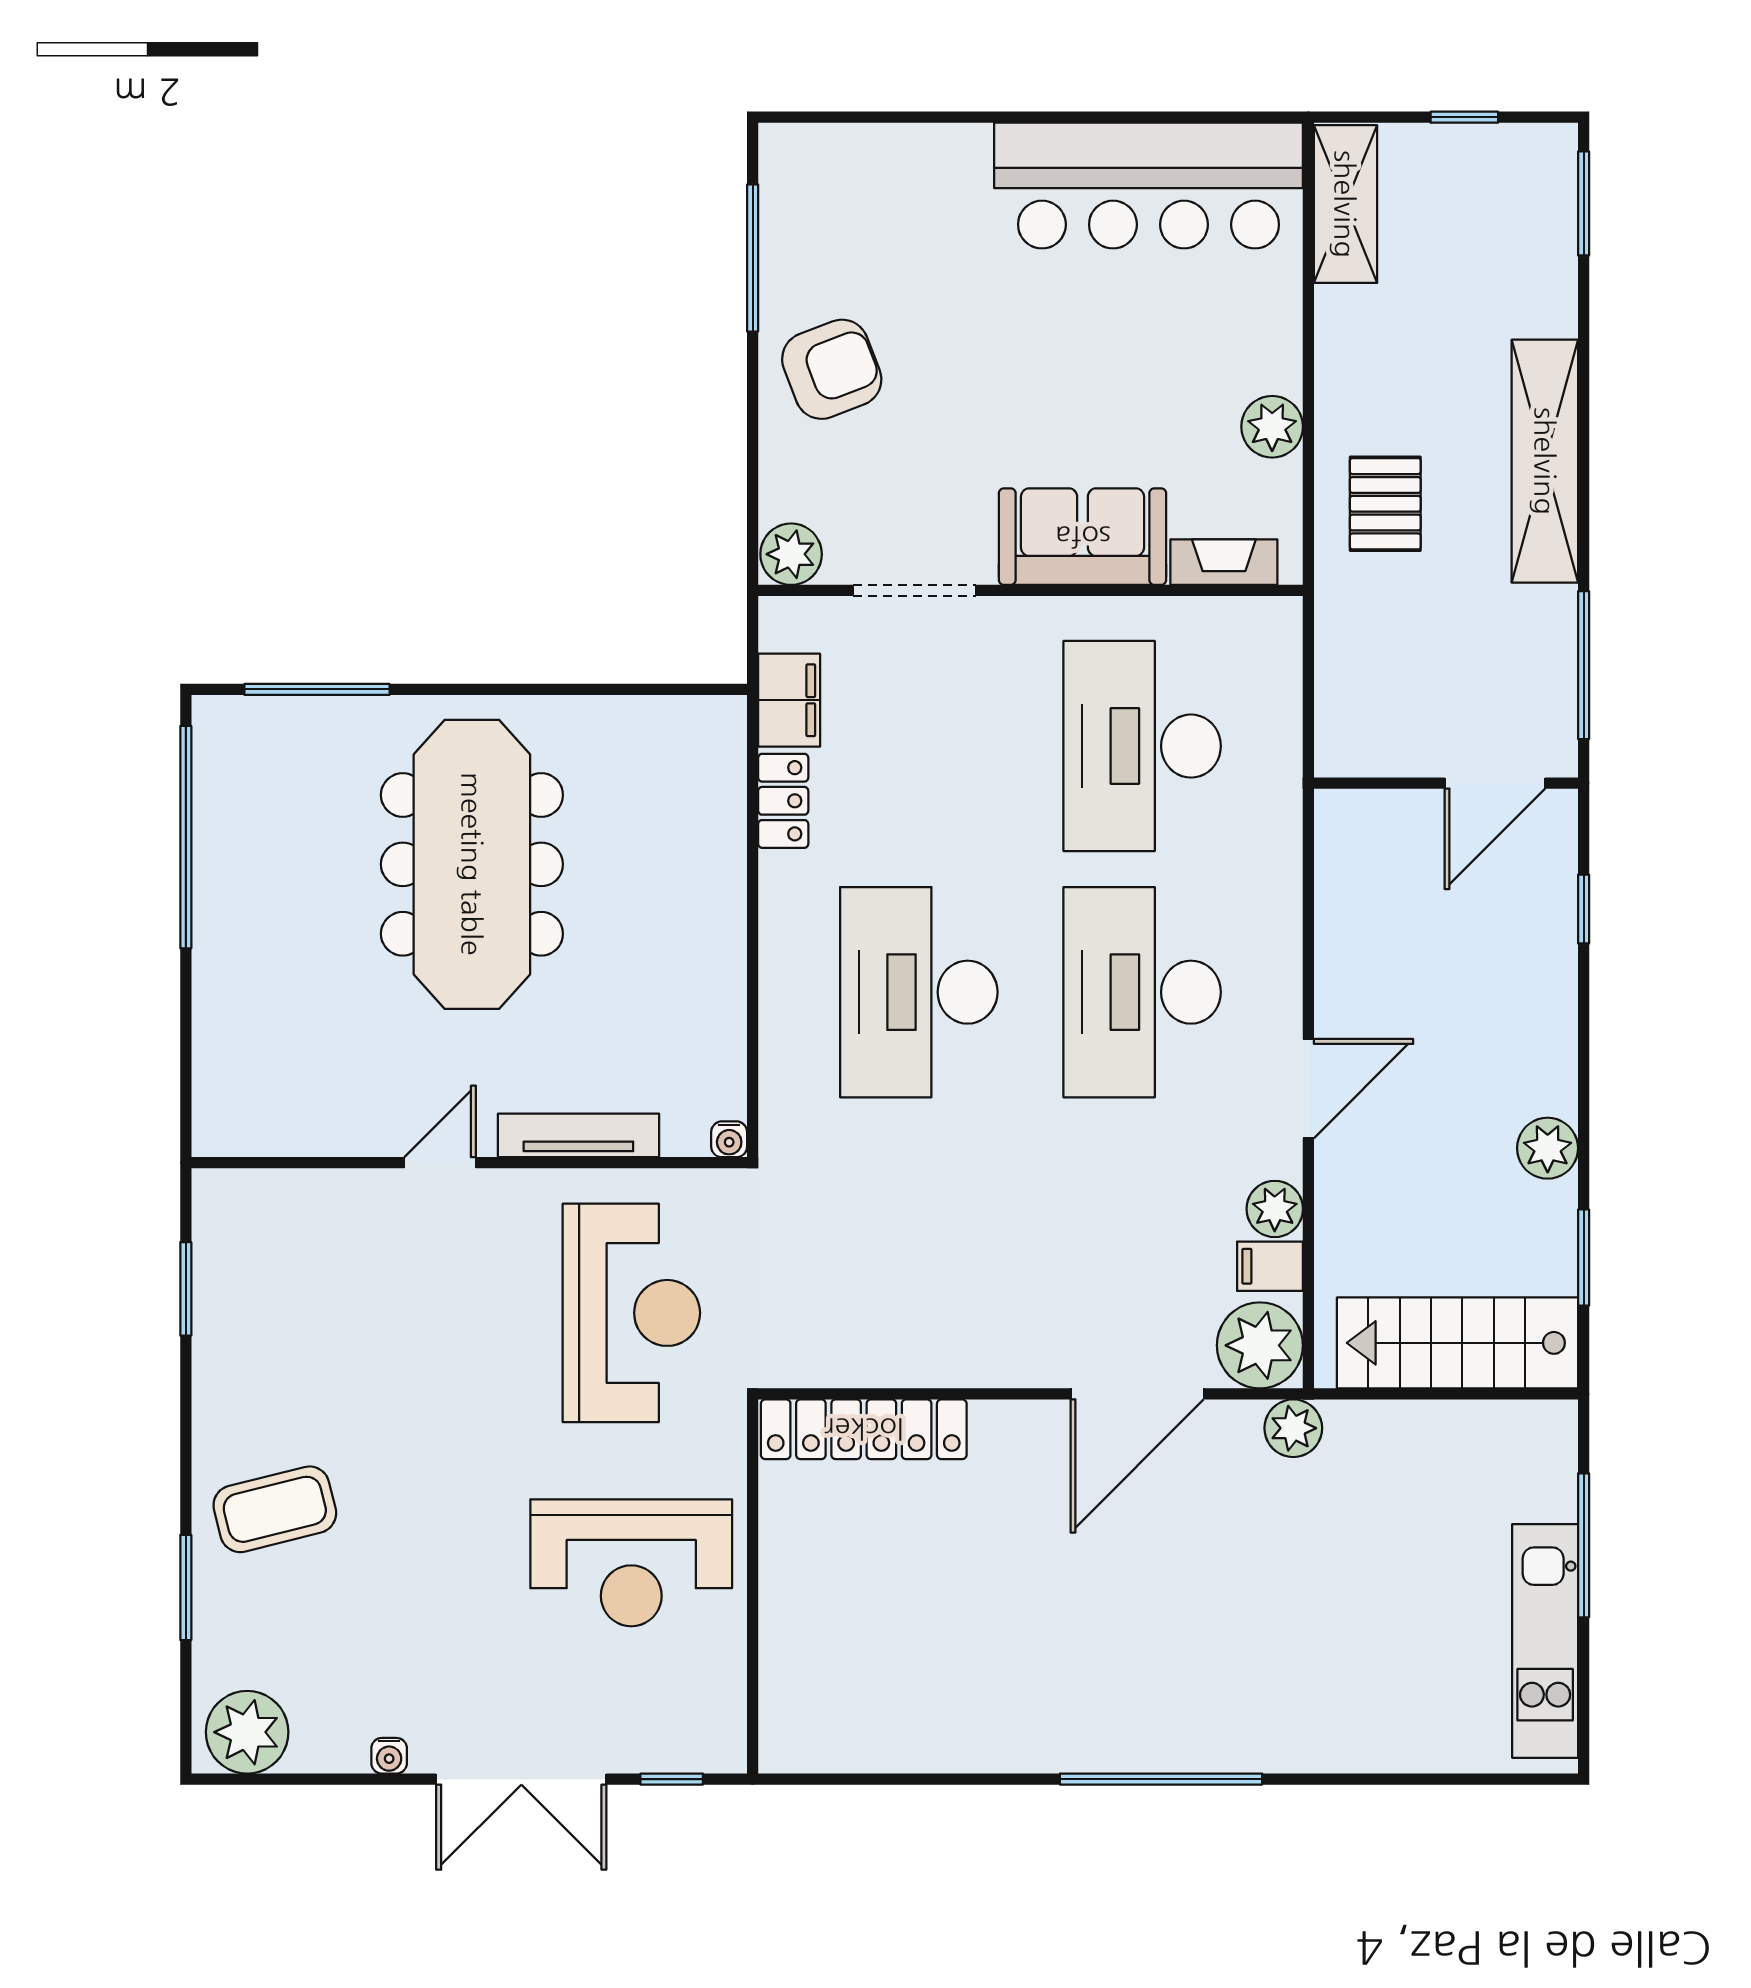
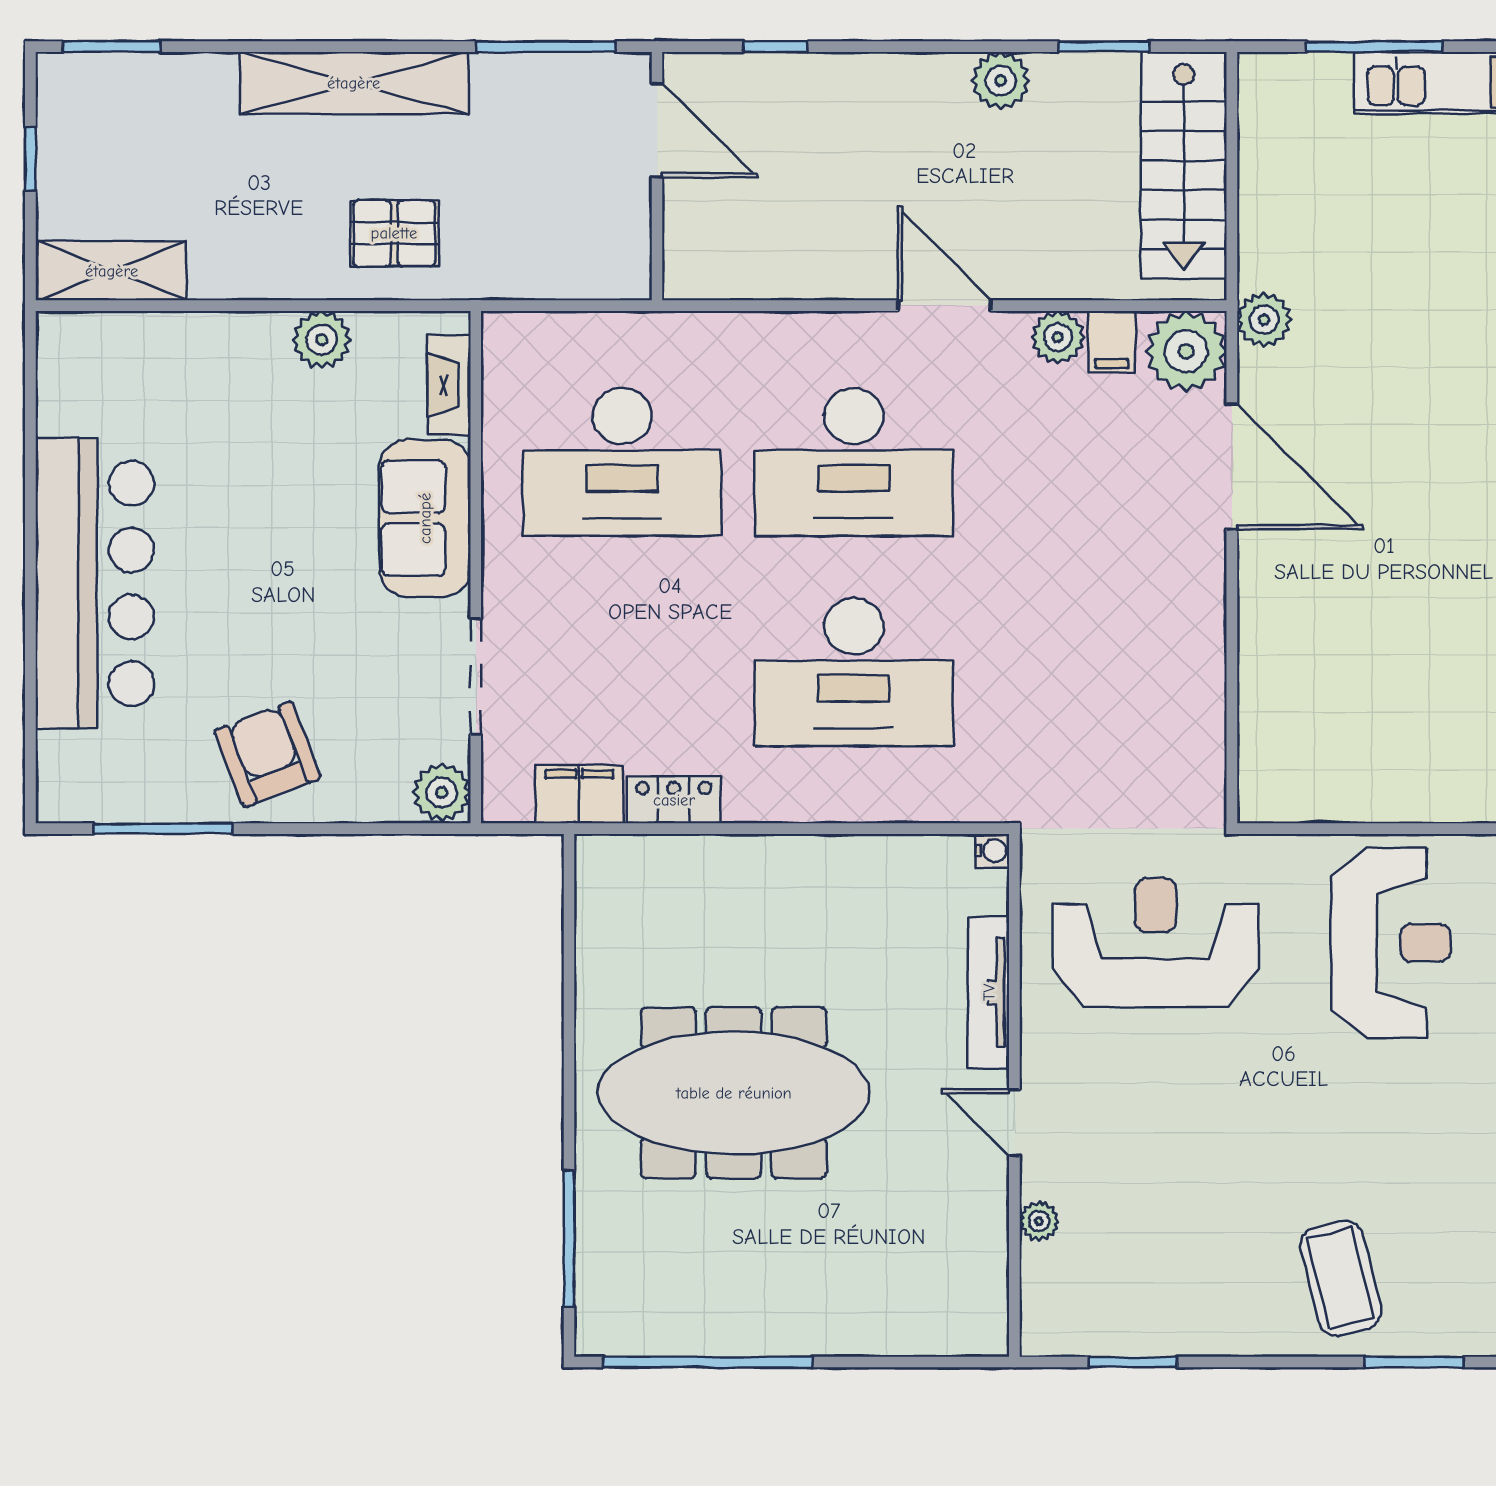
bar counter: (1148, 186) -> (95, 583), moved
plant: (336, 1189) -> (1039, 1221), added
locker: (864, 1429) -> (1265, 724), removed

